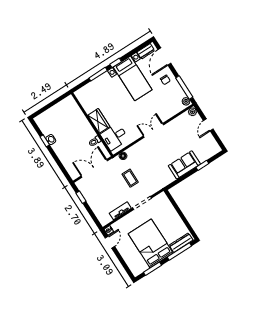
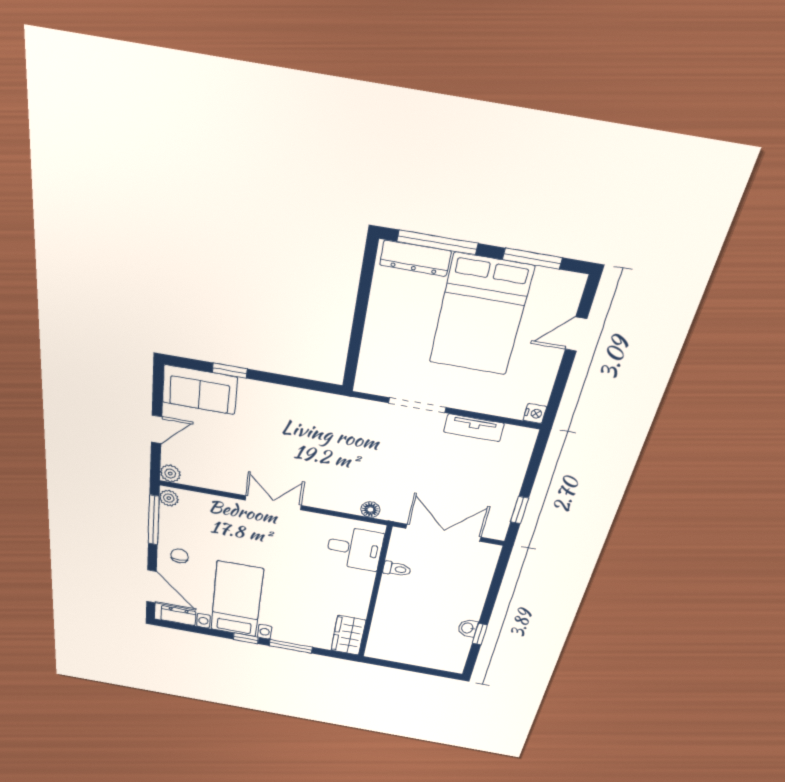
door: (164, 57) -> (151, 586), hinge flipped
wardrobe: (99, 121) -> (348, 635), moved
double door: (153, 130) -> (273, 503), swing flipped
sofa: (184, 165) -> (200, 390), moved
double door: (94, 168) -> (443, 533), swing flipped
coffee table: (130, 178) -> (395, 465), removed
door: (110, 242) -> (576, 334), moved

